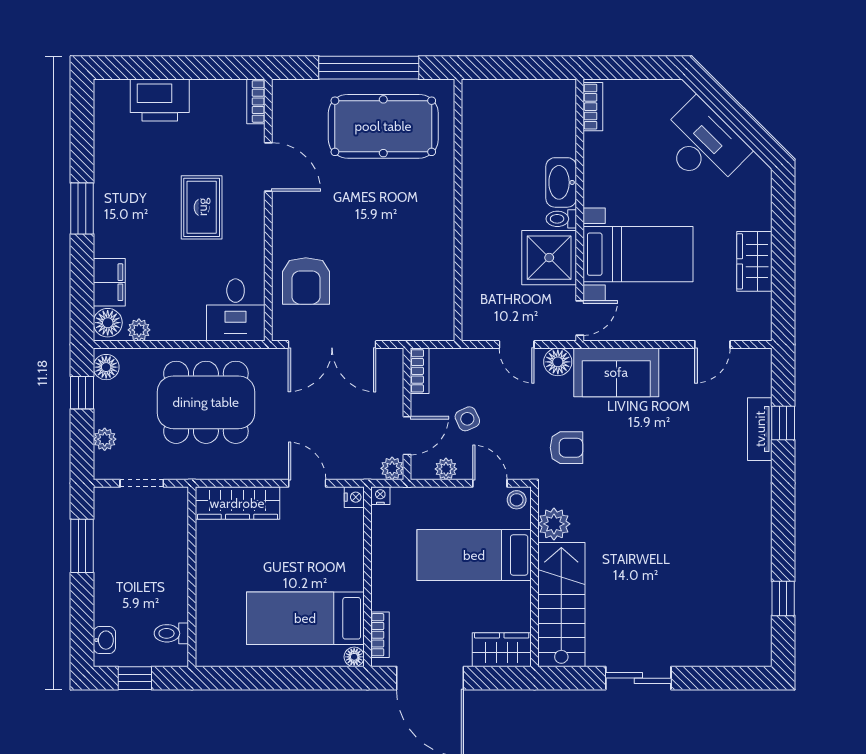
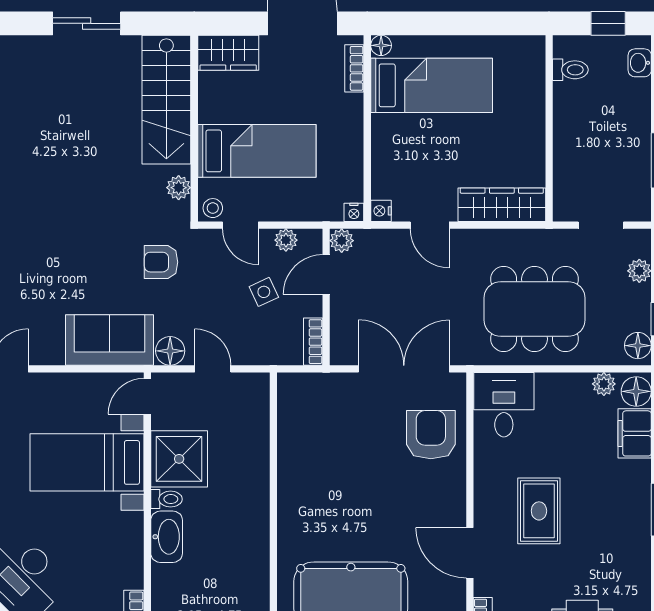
plant: (554, 524) -> (179, 188), width x0.73, depth x0.73

